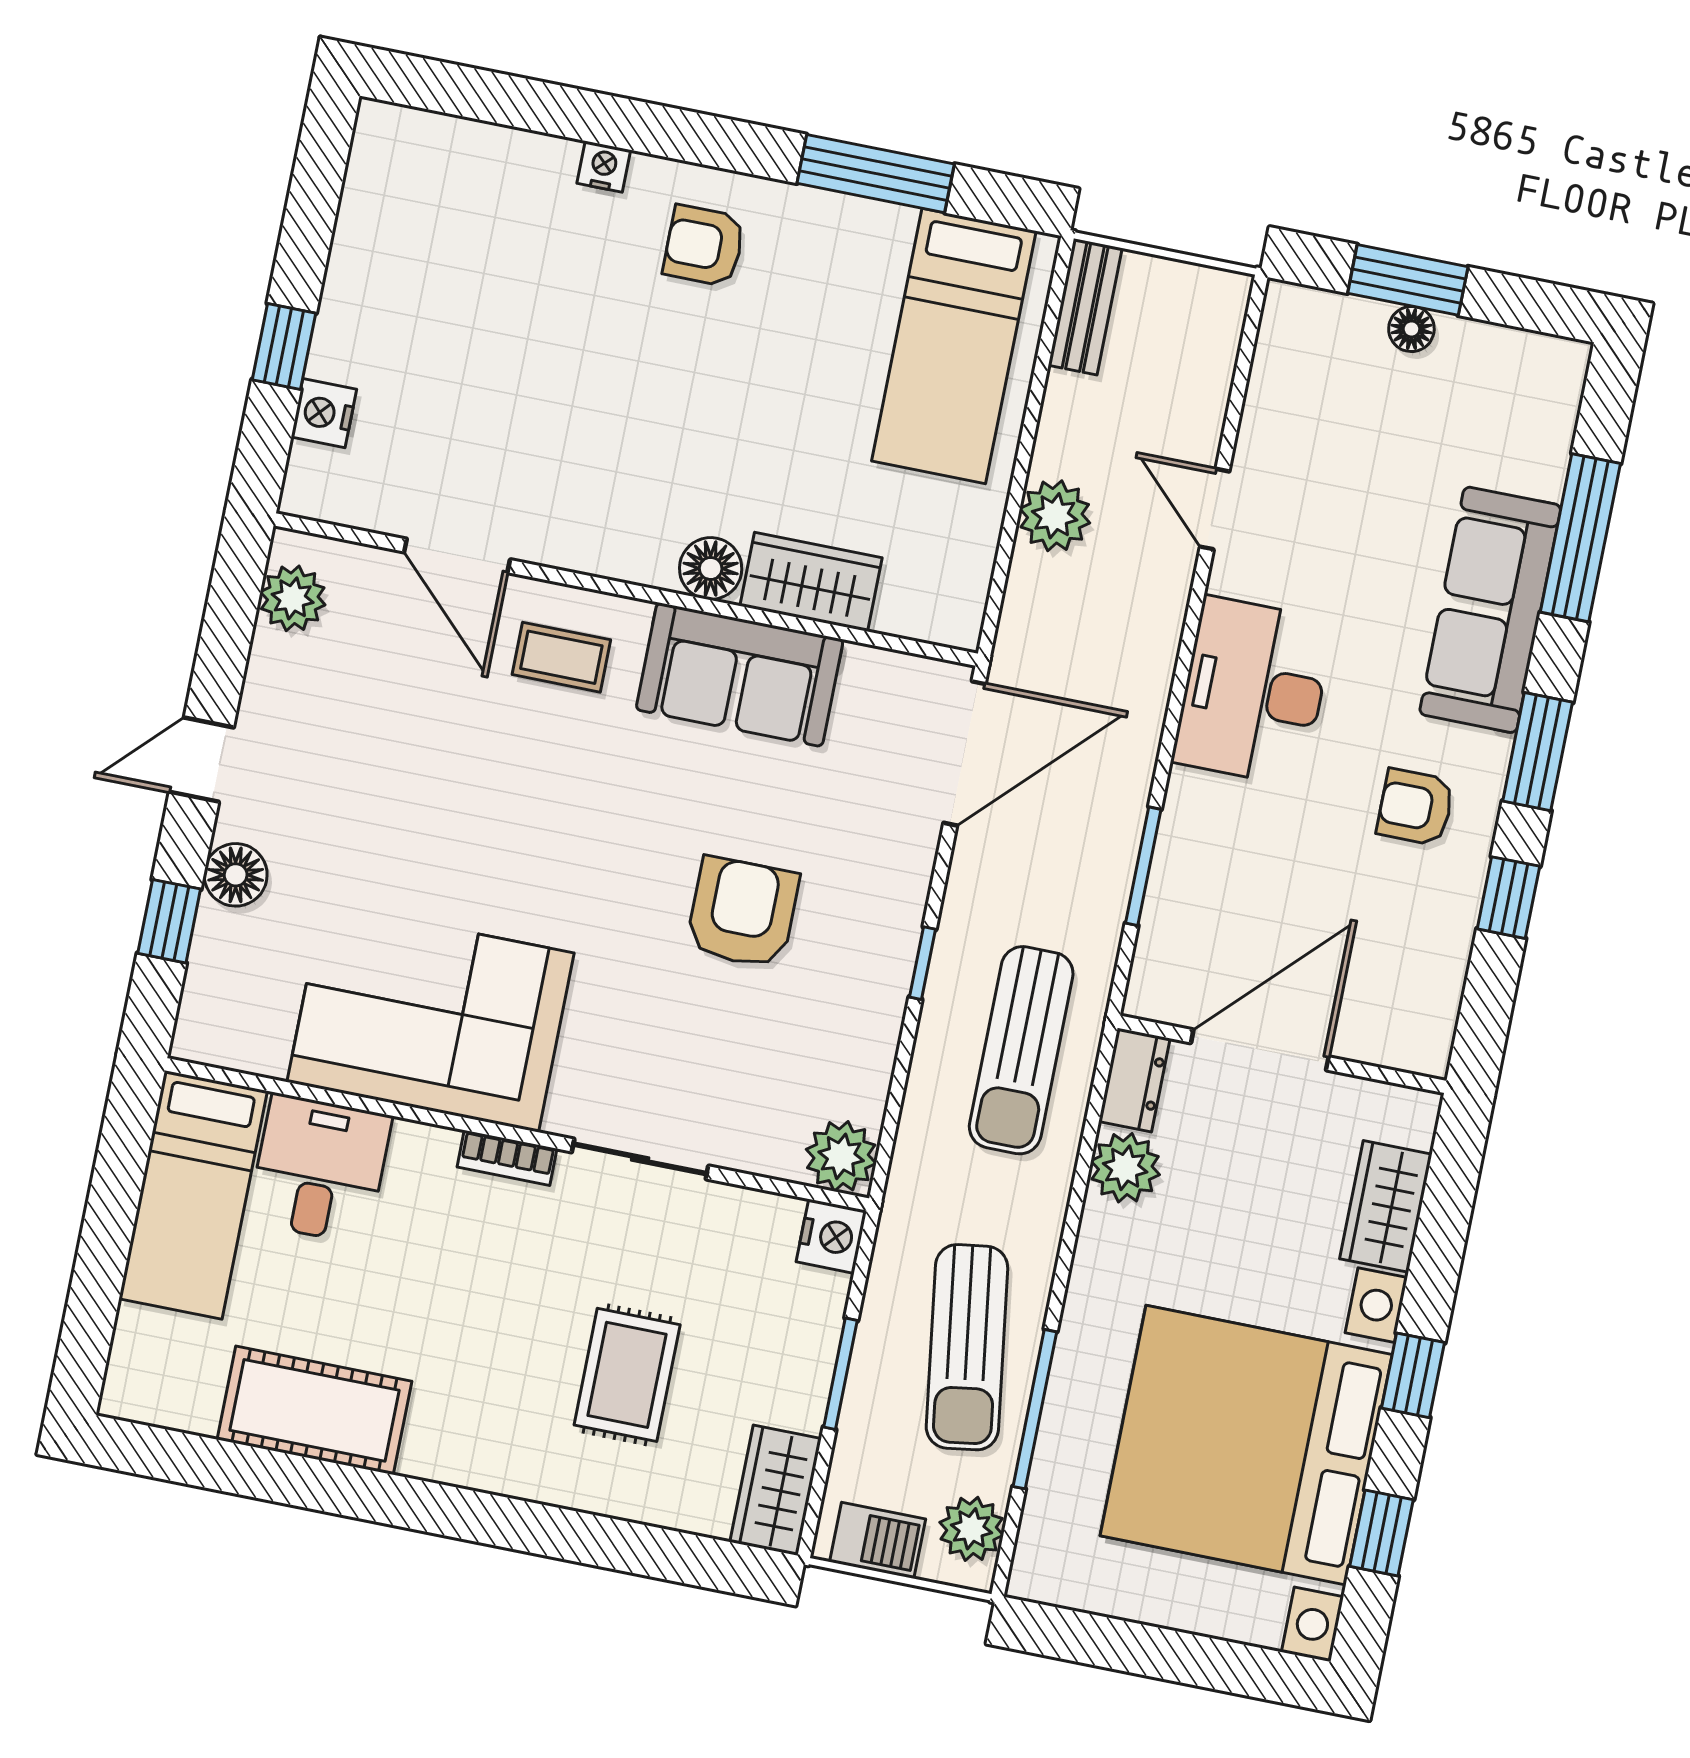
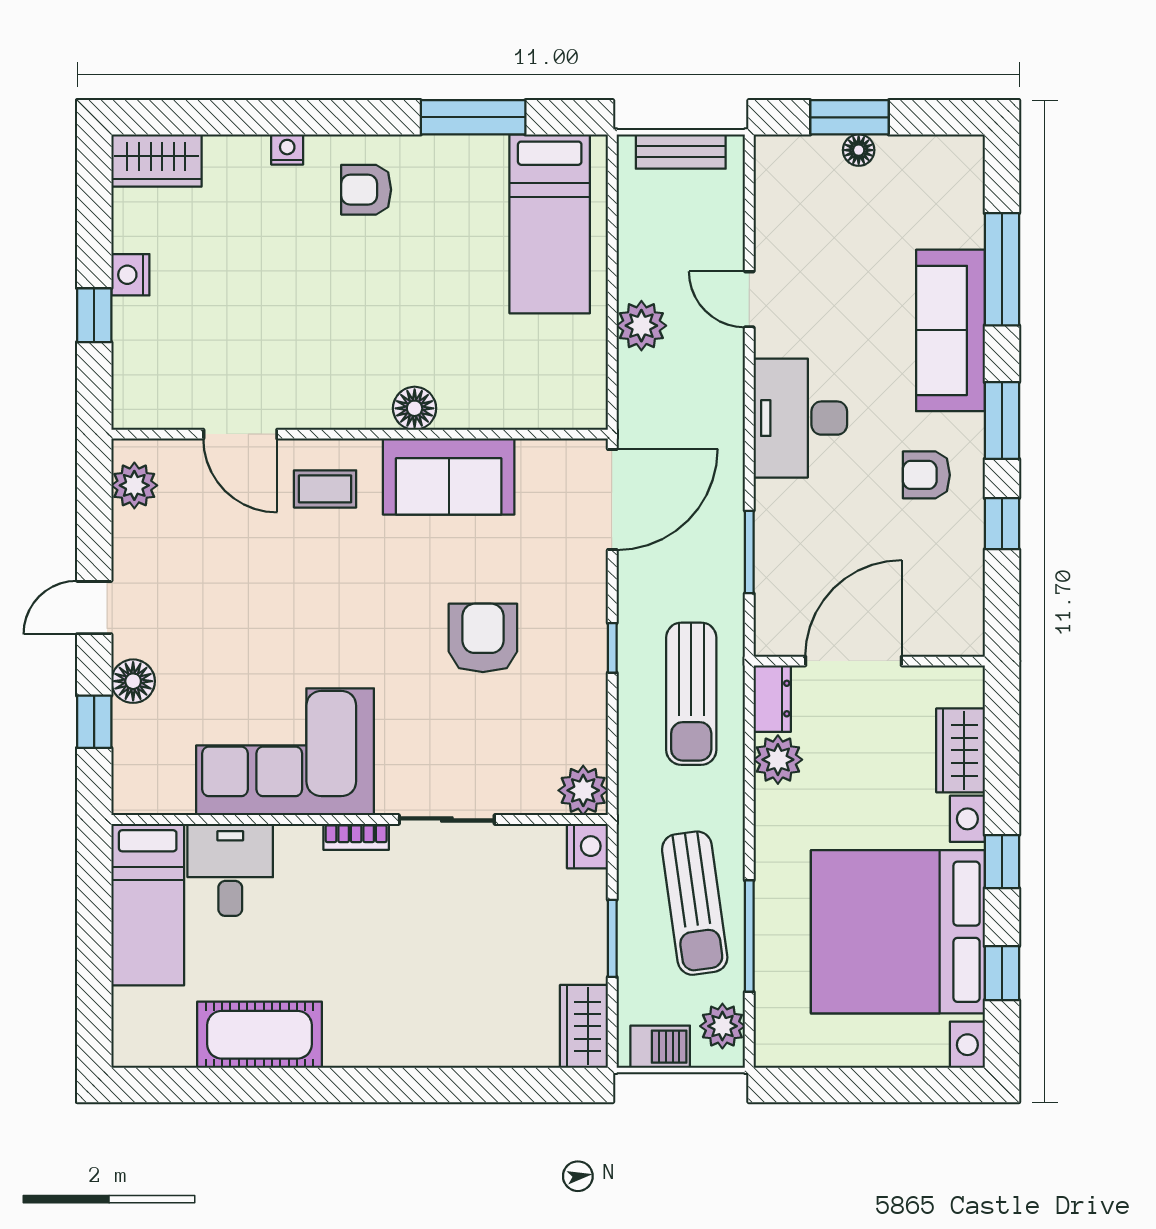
bench: (1085, 307) -> (681, 152), moved, turned 90
nightstand: (324, 413) -> (130, 275), moved
wardrobe: (811, 582) -> (156, 161), moved, turned 180
rug: (627, 1375) -> (467, 968), removed

